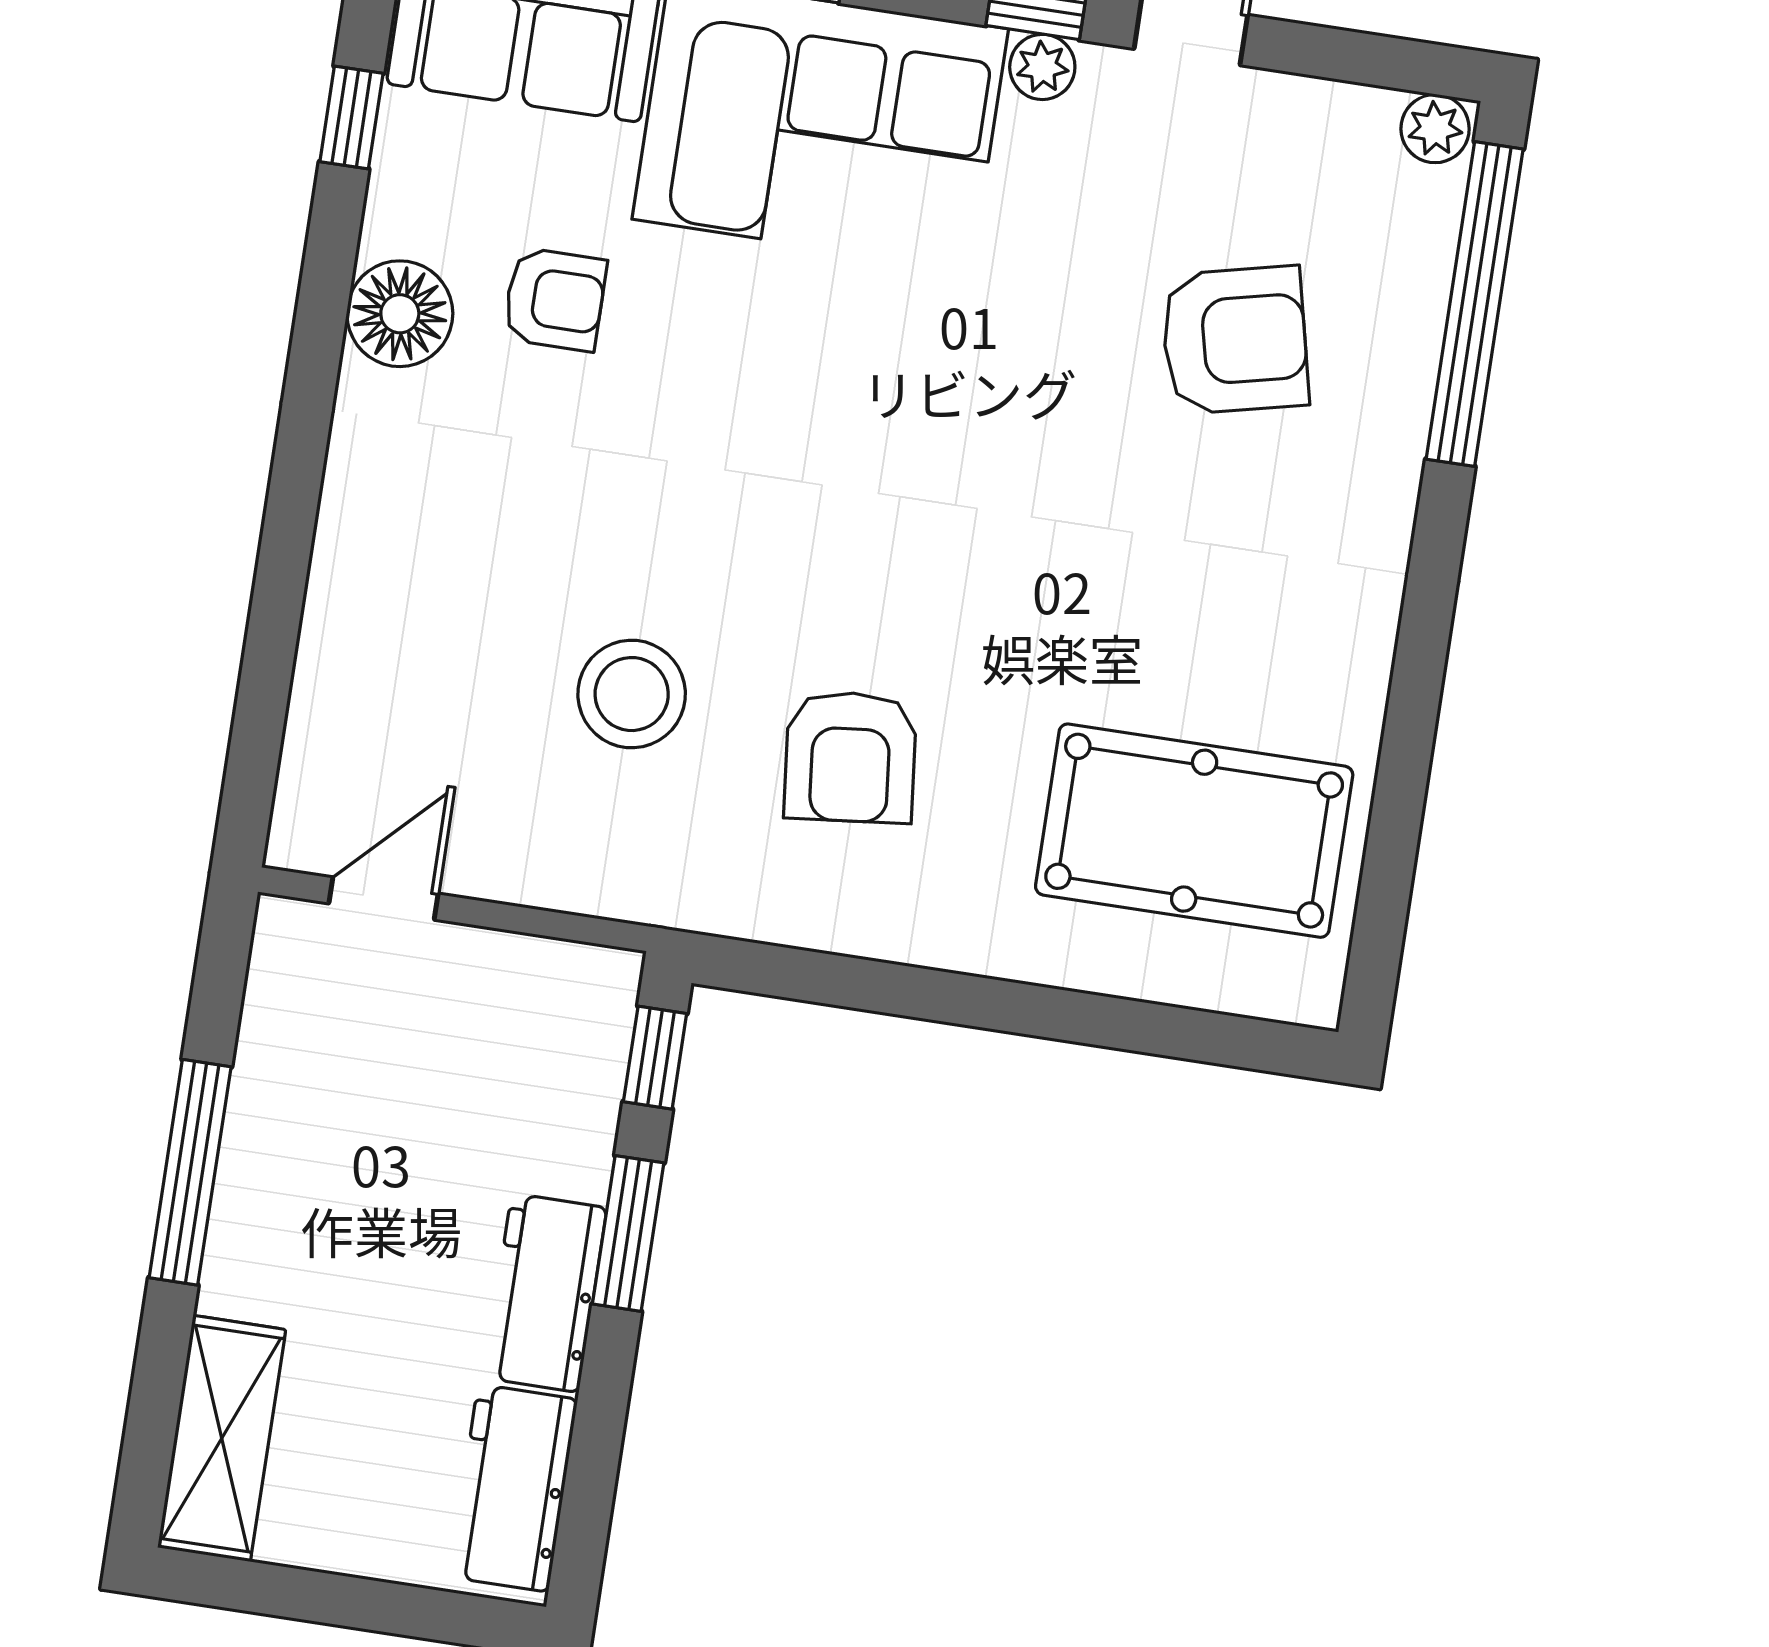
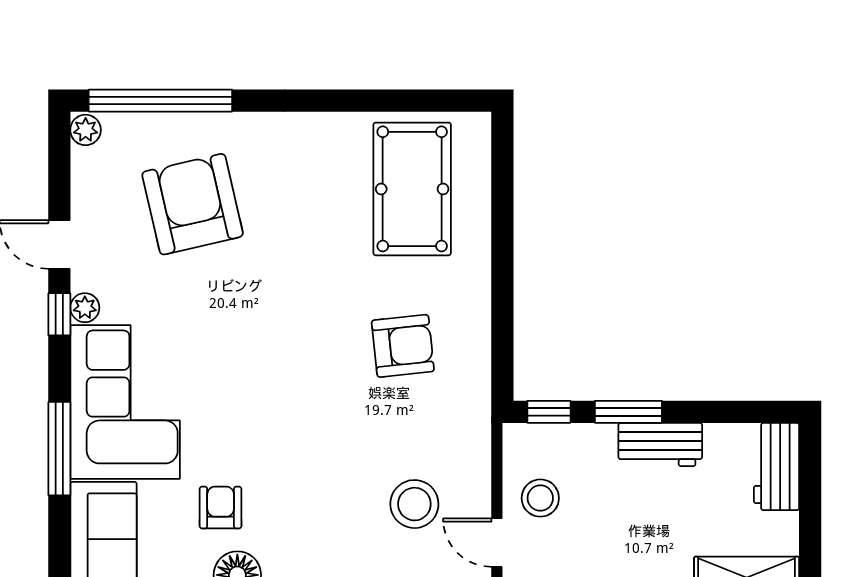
armchair: (1235, 340) -> (193, 204), width x1.36, depth x1.36
stool: (632, 694) -> (414, 504), moved
stool: (467, 1009) -> (540, 498), added
workbench: (513, 1488) -> (776, 467), moved, turned 90

